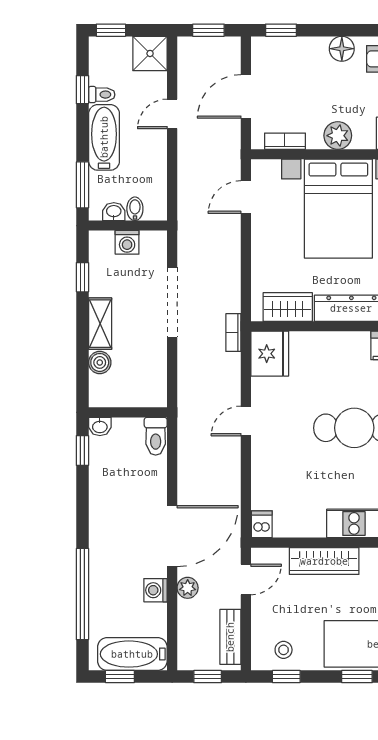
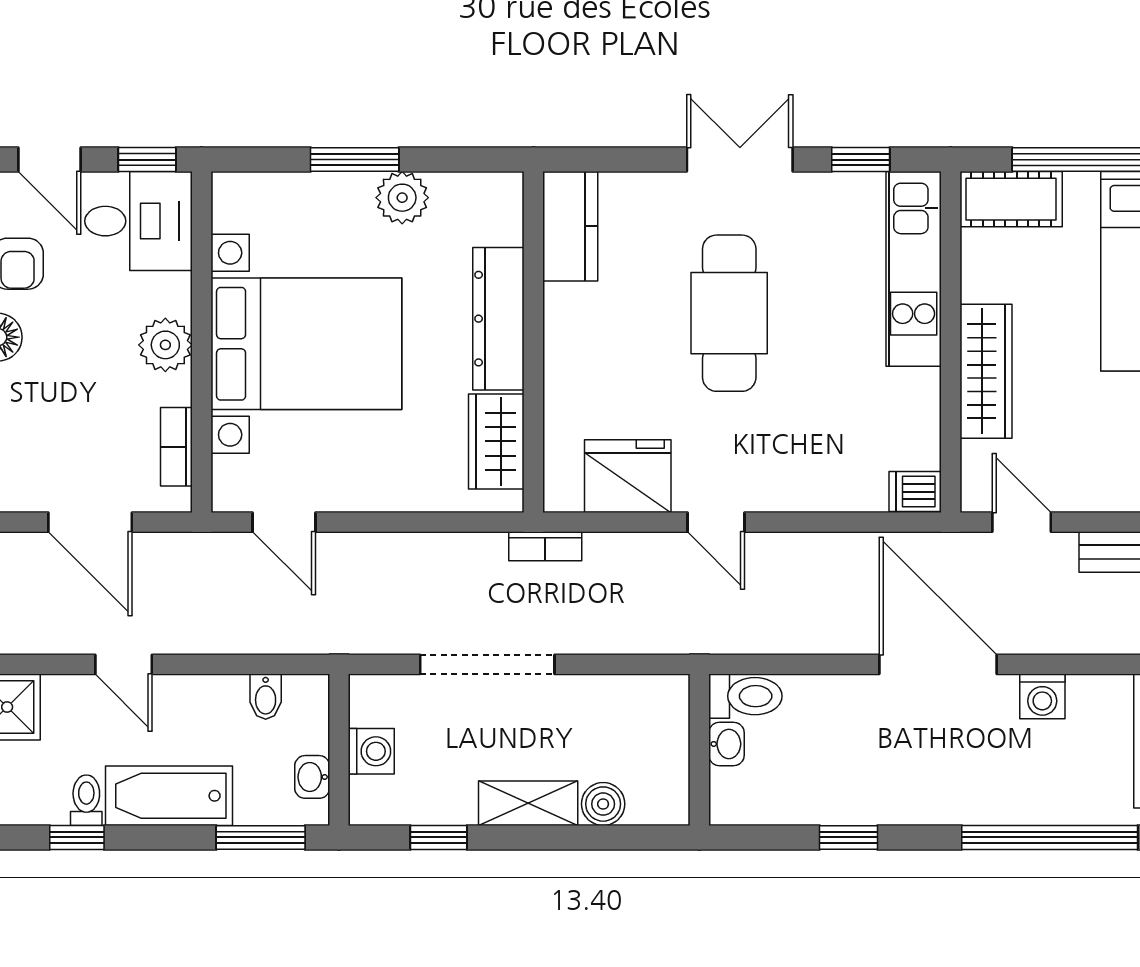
bidet: (135, 209) -> (266, 697), moved, turned -90
fridge: (270, 354) -> (628, 476), moved
washbasin: (100, 426) -> (726, 744), moved
window: (82, 451) -> (848, 837), moved
plant: (188, 588) -> (1038, 635), removed

